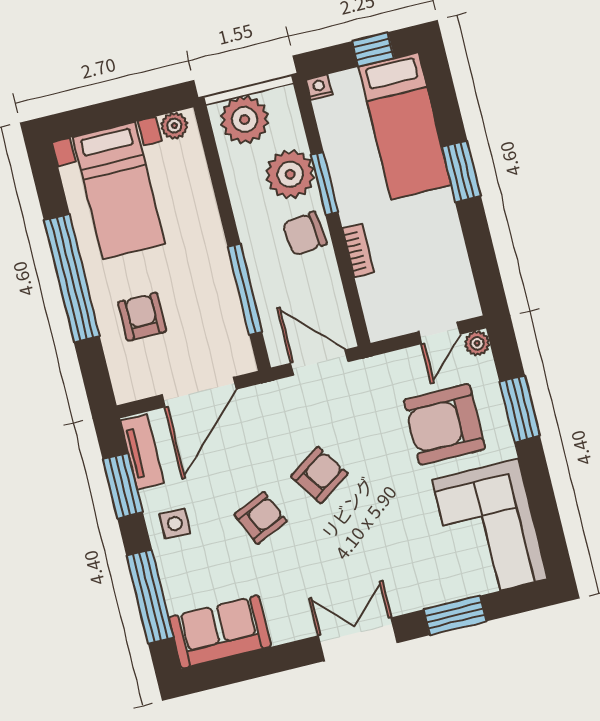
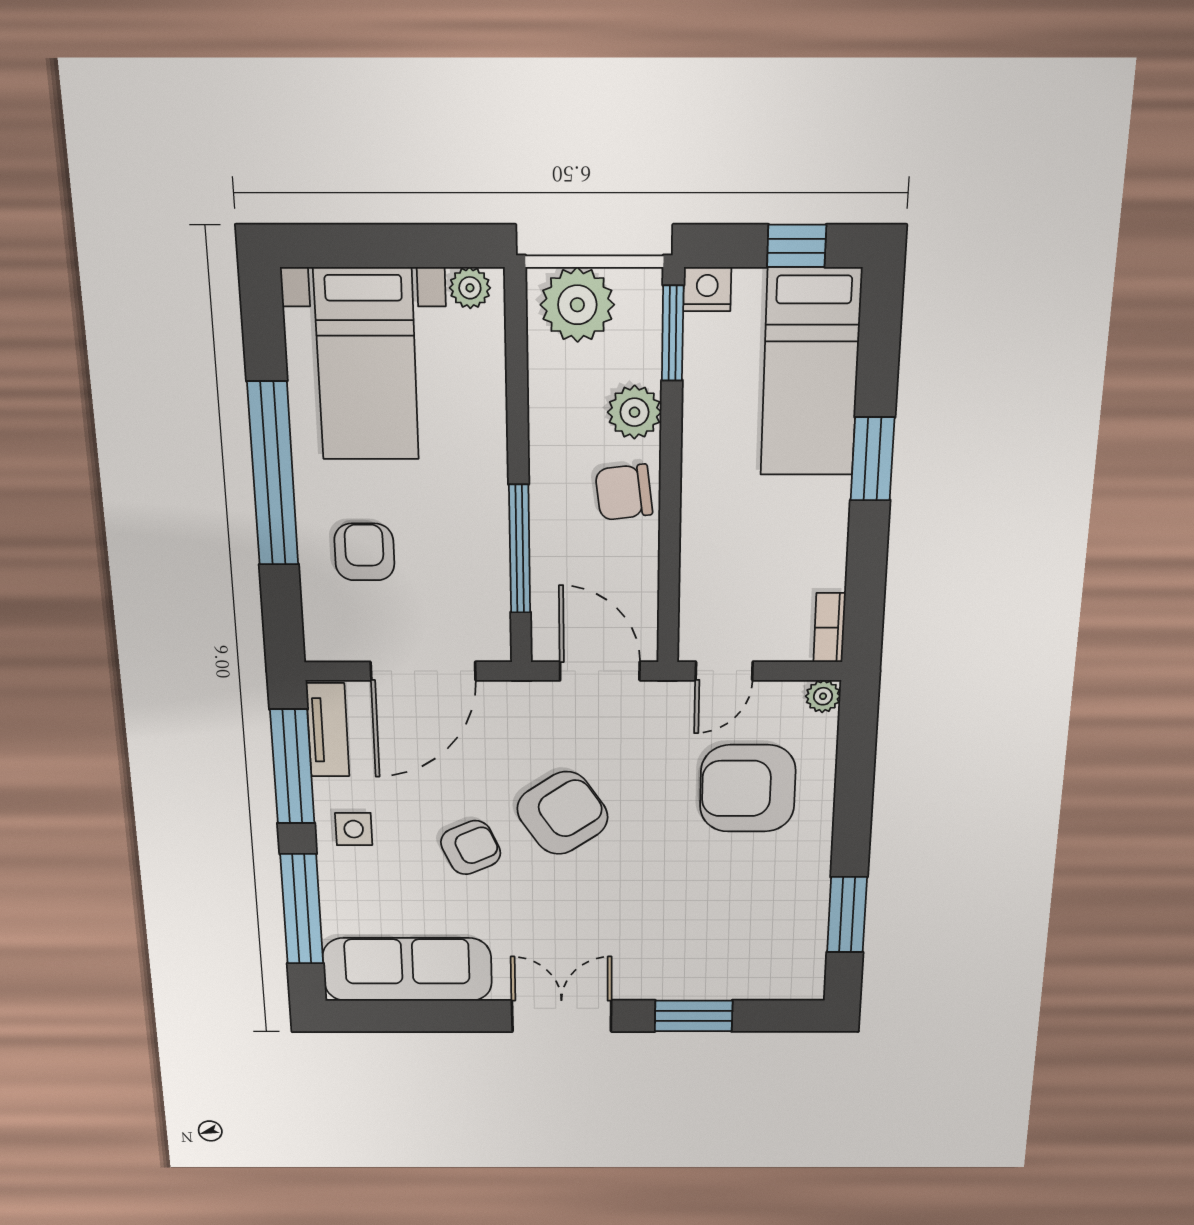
nightstand: (319, 87) -> (707, 289), width x1.39, depth x1.35
plant: (290, 174) -> (634, 412), width x0.73, depth x0.73
window: (325, 184) -> (673, 333), moved
bookcase: (358, 251) -> (829, 628), moved, turned 180
door: (439, 333) -> (724, 671), moved
window: (520, 409) -> (847, 915), moved
armchair: (319, 475) -> (562, 813), width x1.38, depth x1.38
window: (123, 486) -> (292, 767), width x1.44
corner sofa: (490, 529) -> (769, 928), removed
sofa: (220, 632) -> (407, 970), width x1.36

